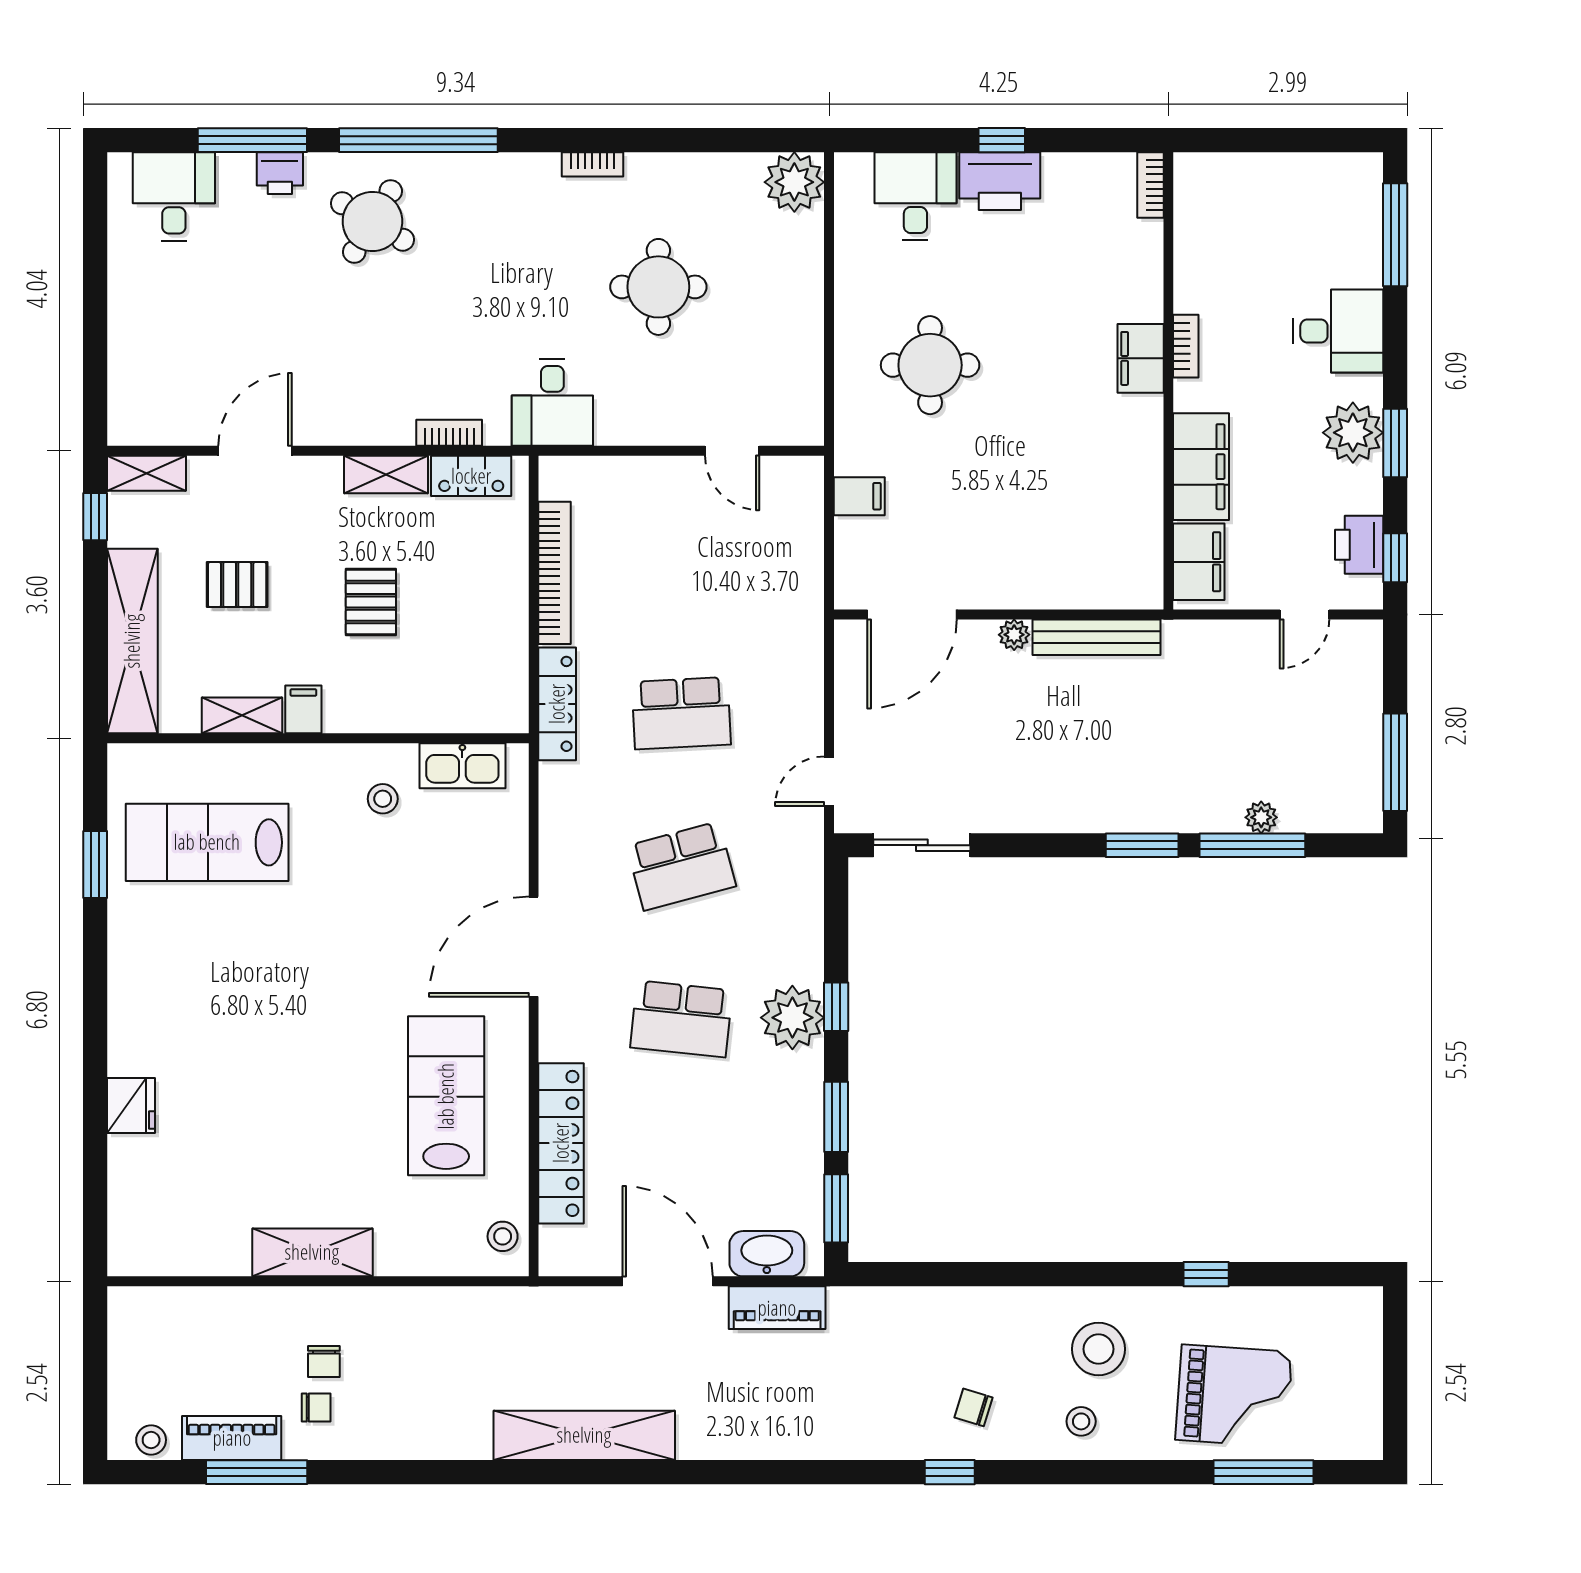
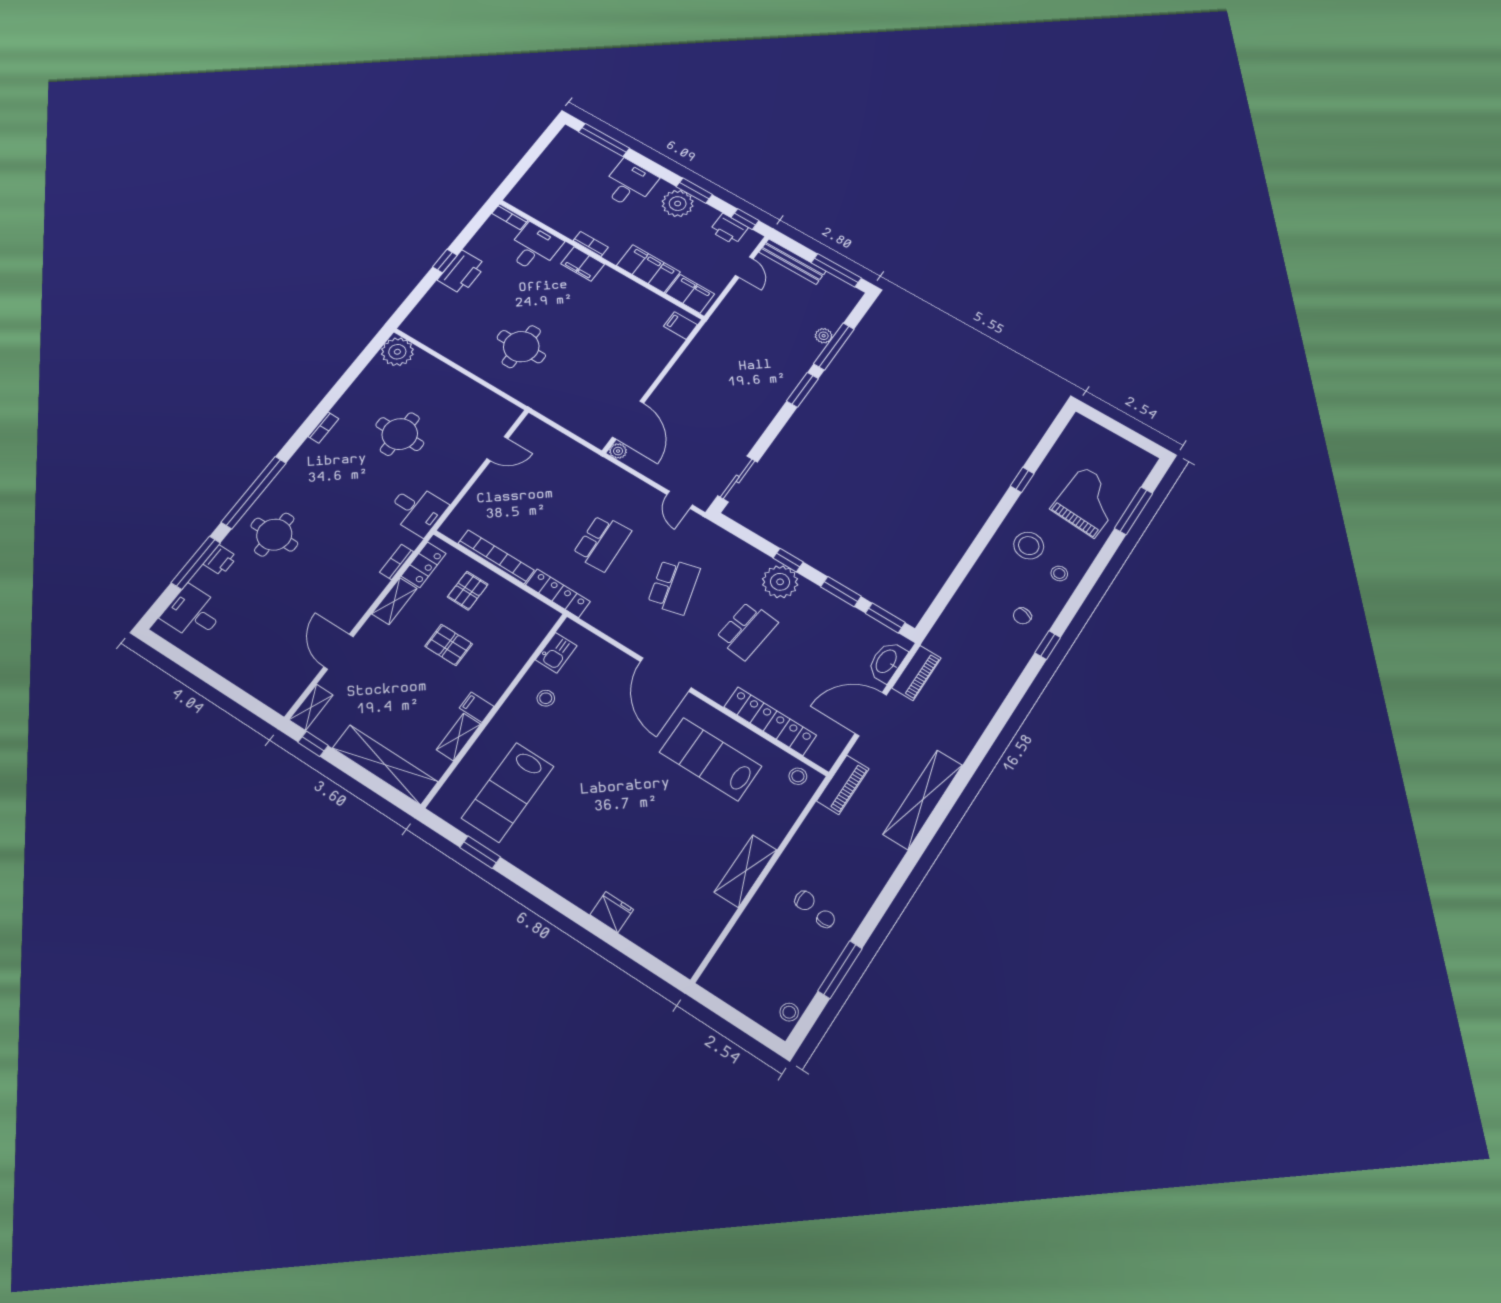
desk: (915, 196) -> (534, 248), moved, turned 90
round table: (372, 221) -> (274, 535), turned -31
filing cabinet: (859, 496) -> (680, 326), moved, turned -90
pallet: (237, 585) -> (468, 591), moved
plant: (1014, 635) -> (618, 451), moved
bench: (1097, 637) -> (792, 262), moved, turned 90
kitchen sink: (462, 766) -> (556, 653), width x0.73
piano: (232, 1438) -> (843, 785), moved, turned 180

